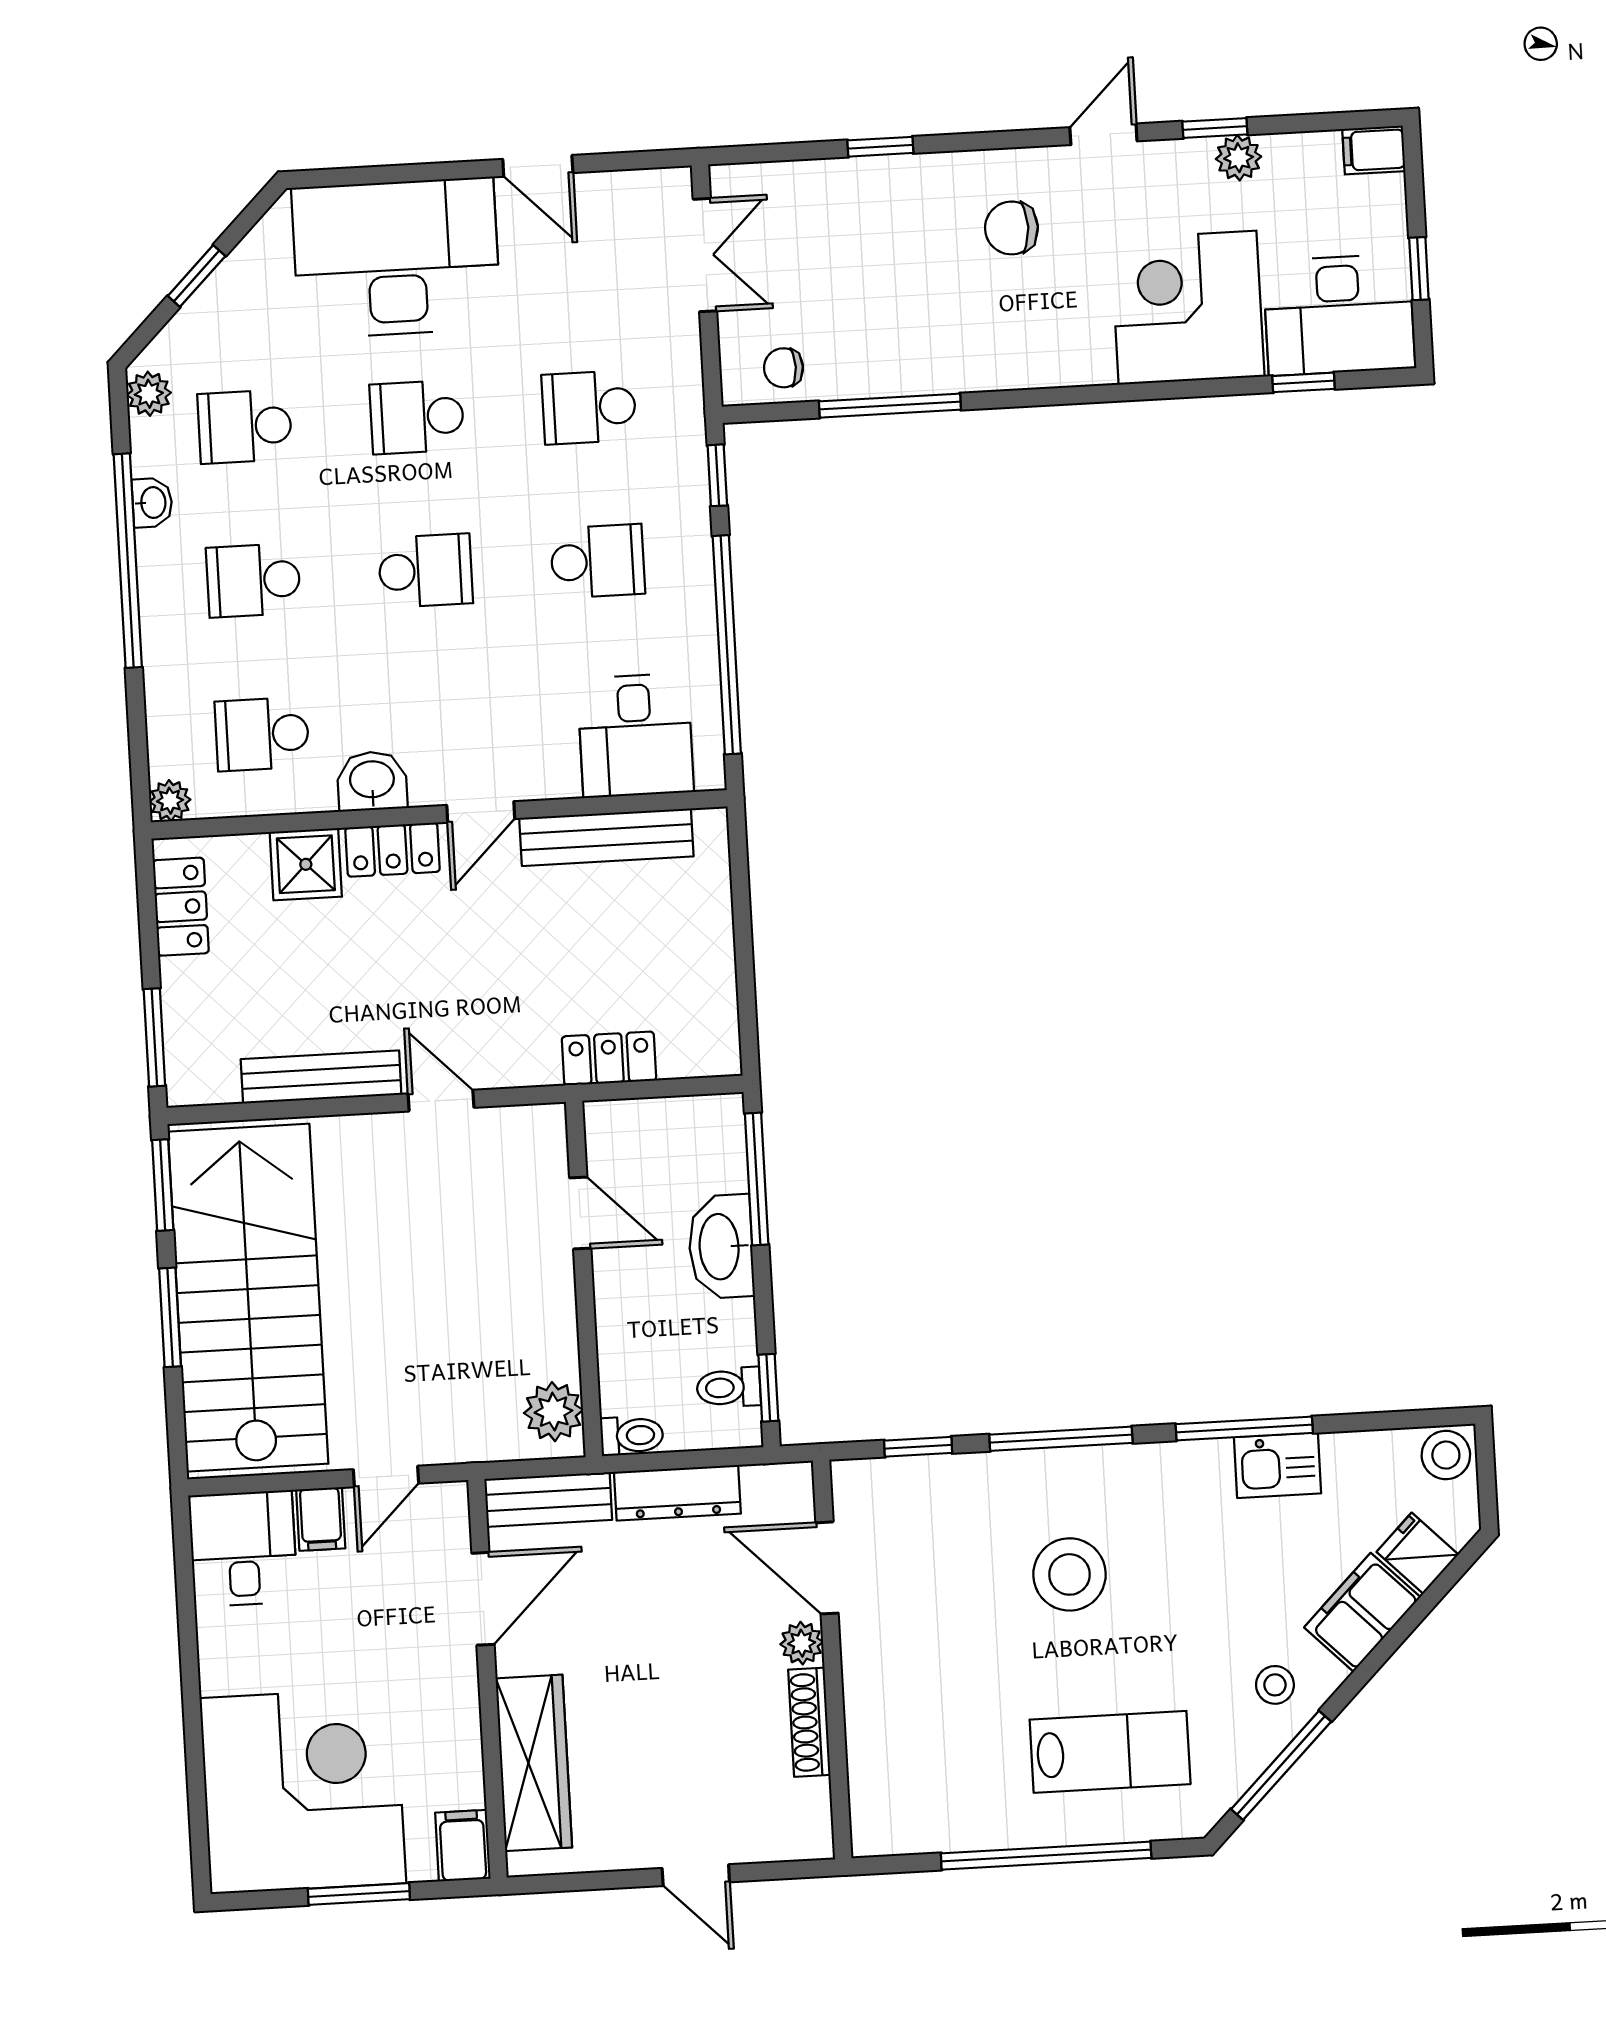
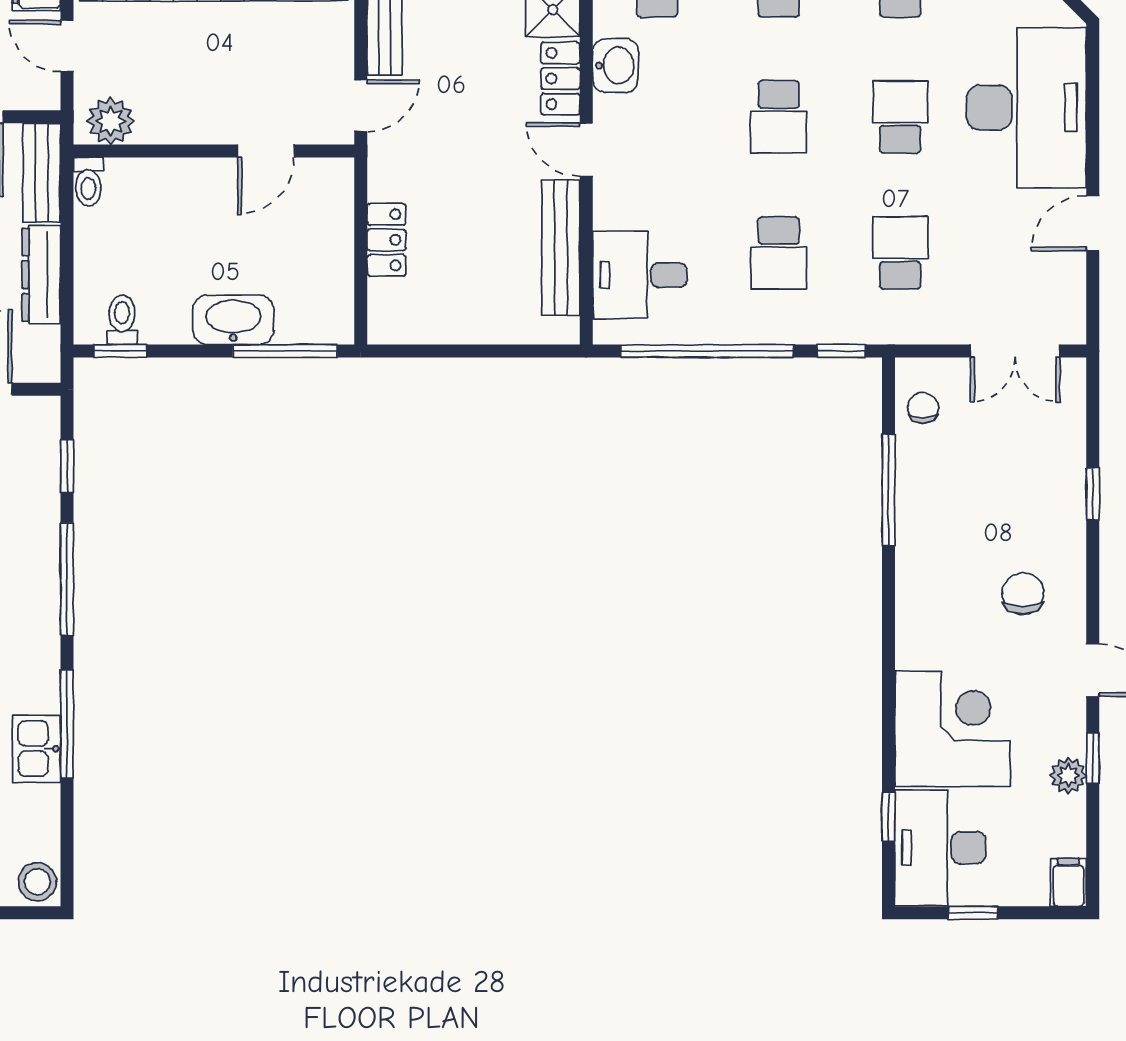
door: (580, 1213) -> (266, 151), moved
wall: (584, 1279) -> (214, 151), moved
plant: (553, 1412) -> (111, 121), moved
toilet: (632, 1436) -> (88, 182), moved

